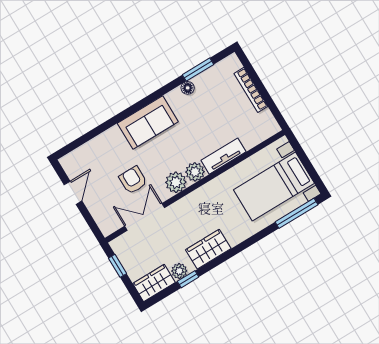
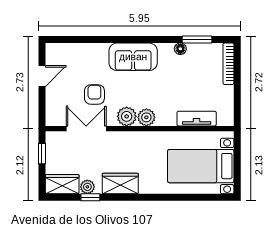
bookcase: (251, 90) -> (228, 64), moved
tv unit: (224, 156) -> (197, 119), moved
window: (297, 213) -> (206, 197), removed

